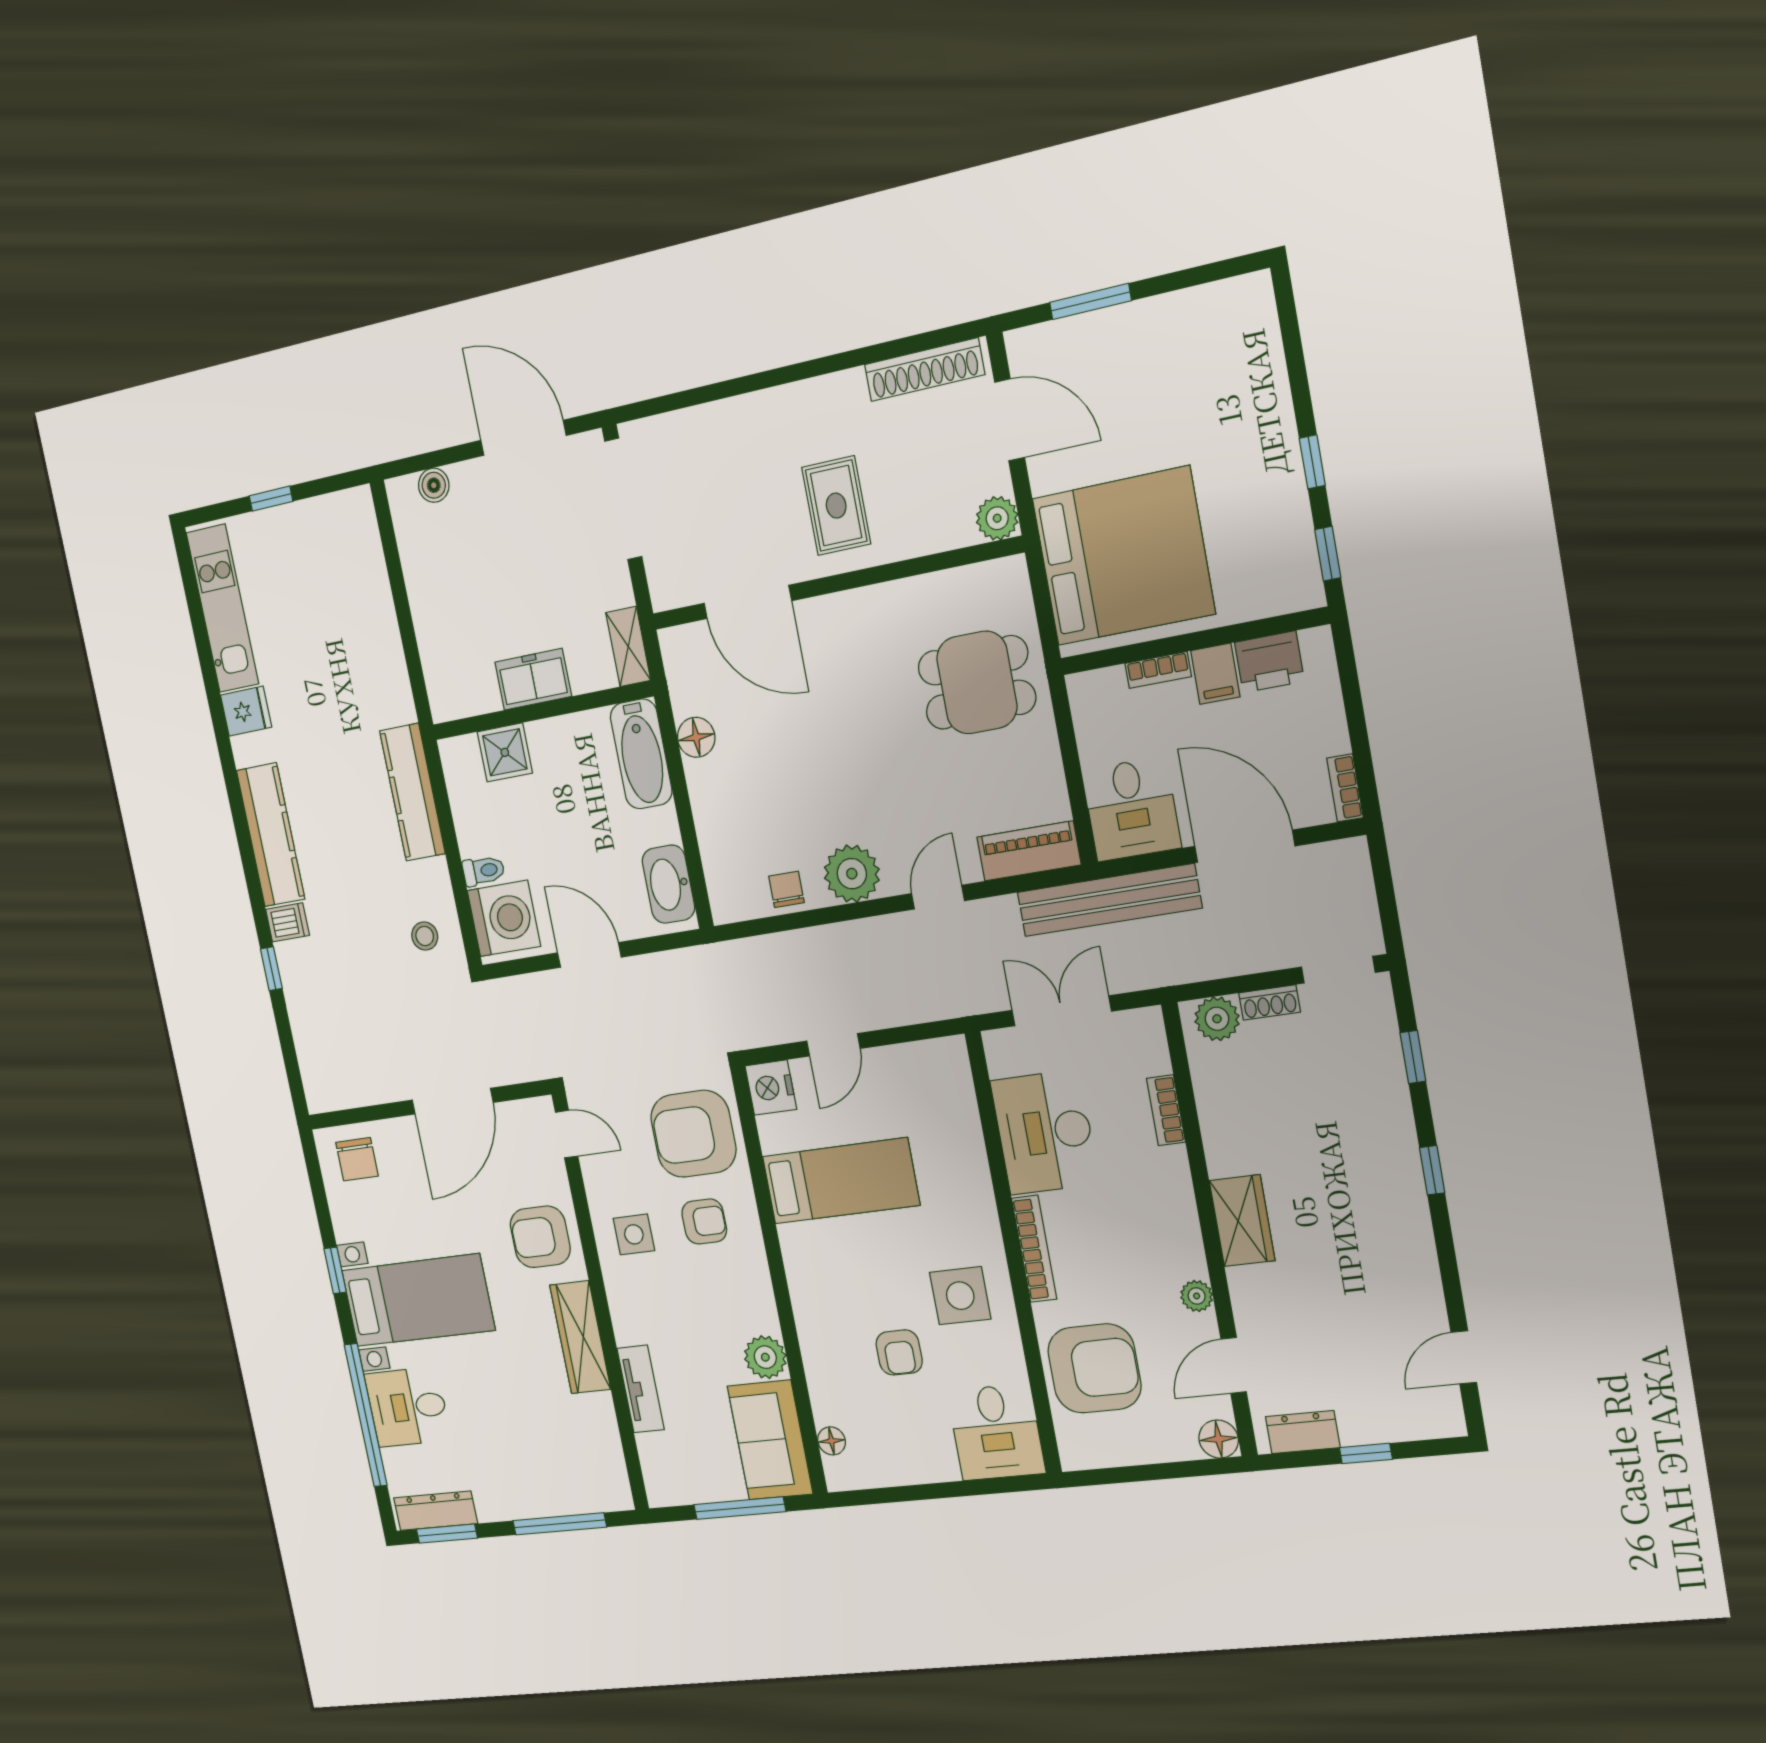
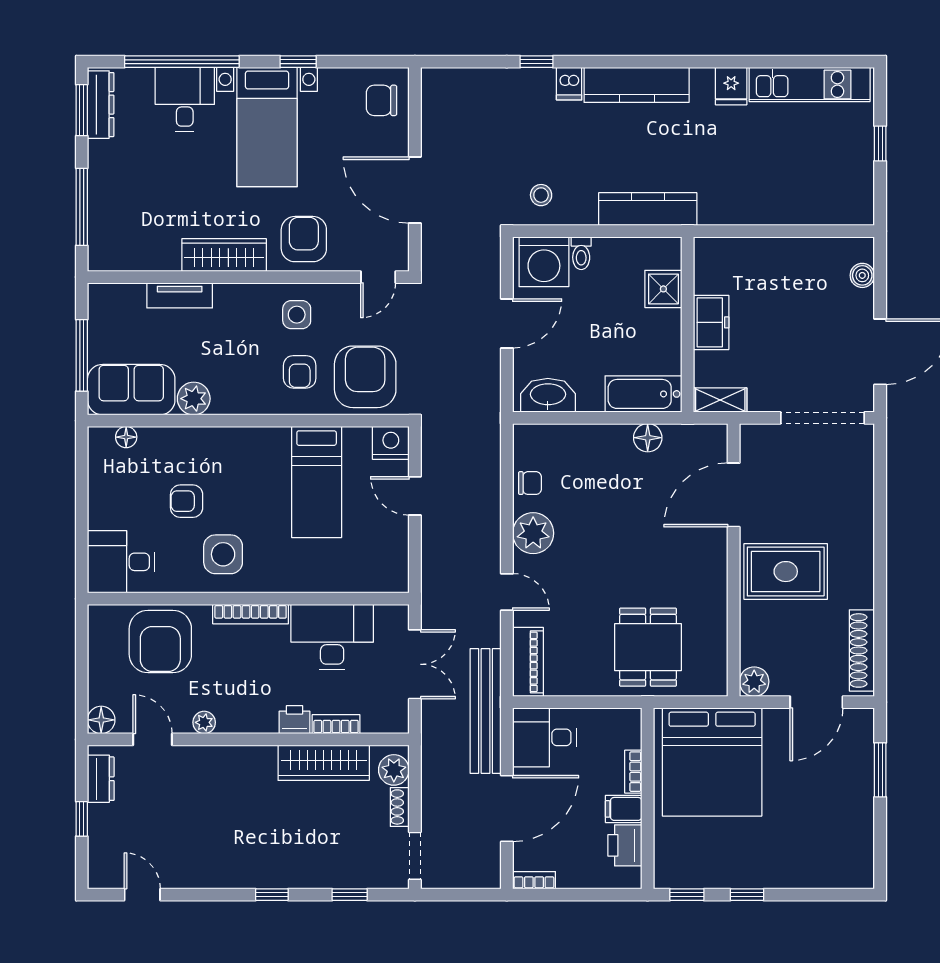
rug: (836, 506) -> (786, 572), width x1.36, depth x1.43
printer: (1170, 1170) -> (294, 720), added
wardrobe: (1242, 1221) -> (324, 763), moved, width x1.50

